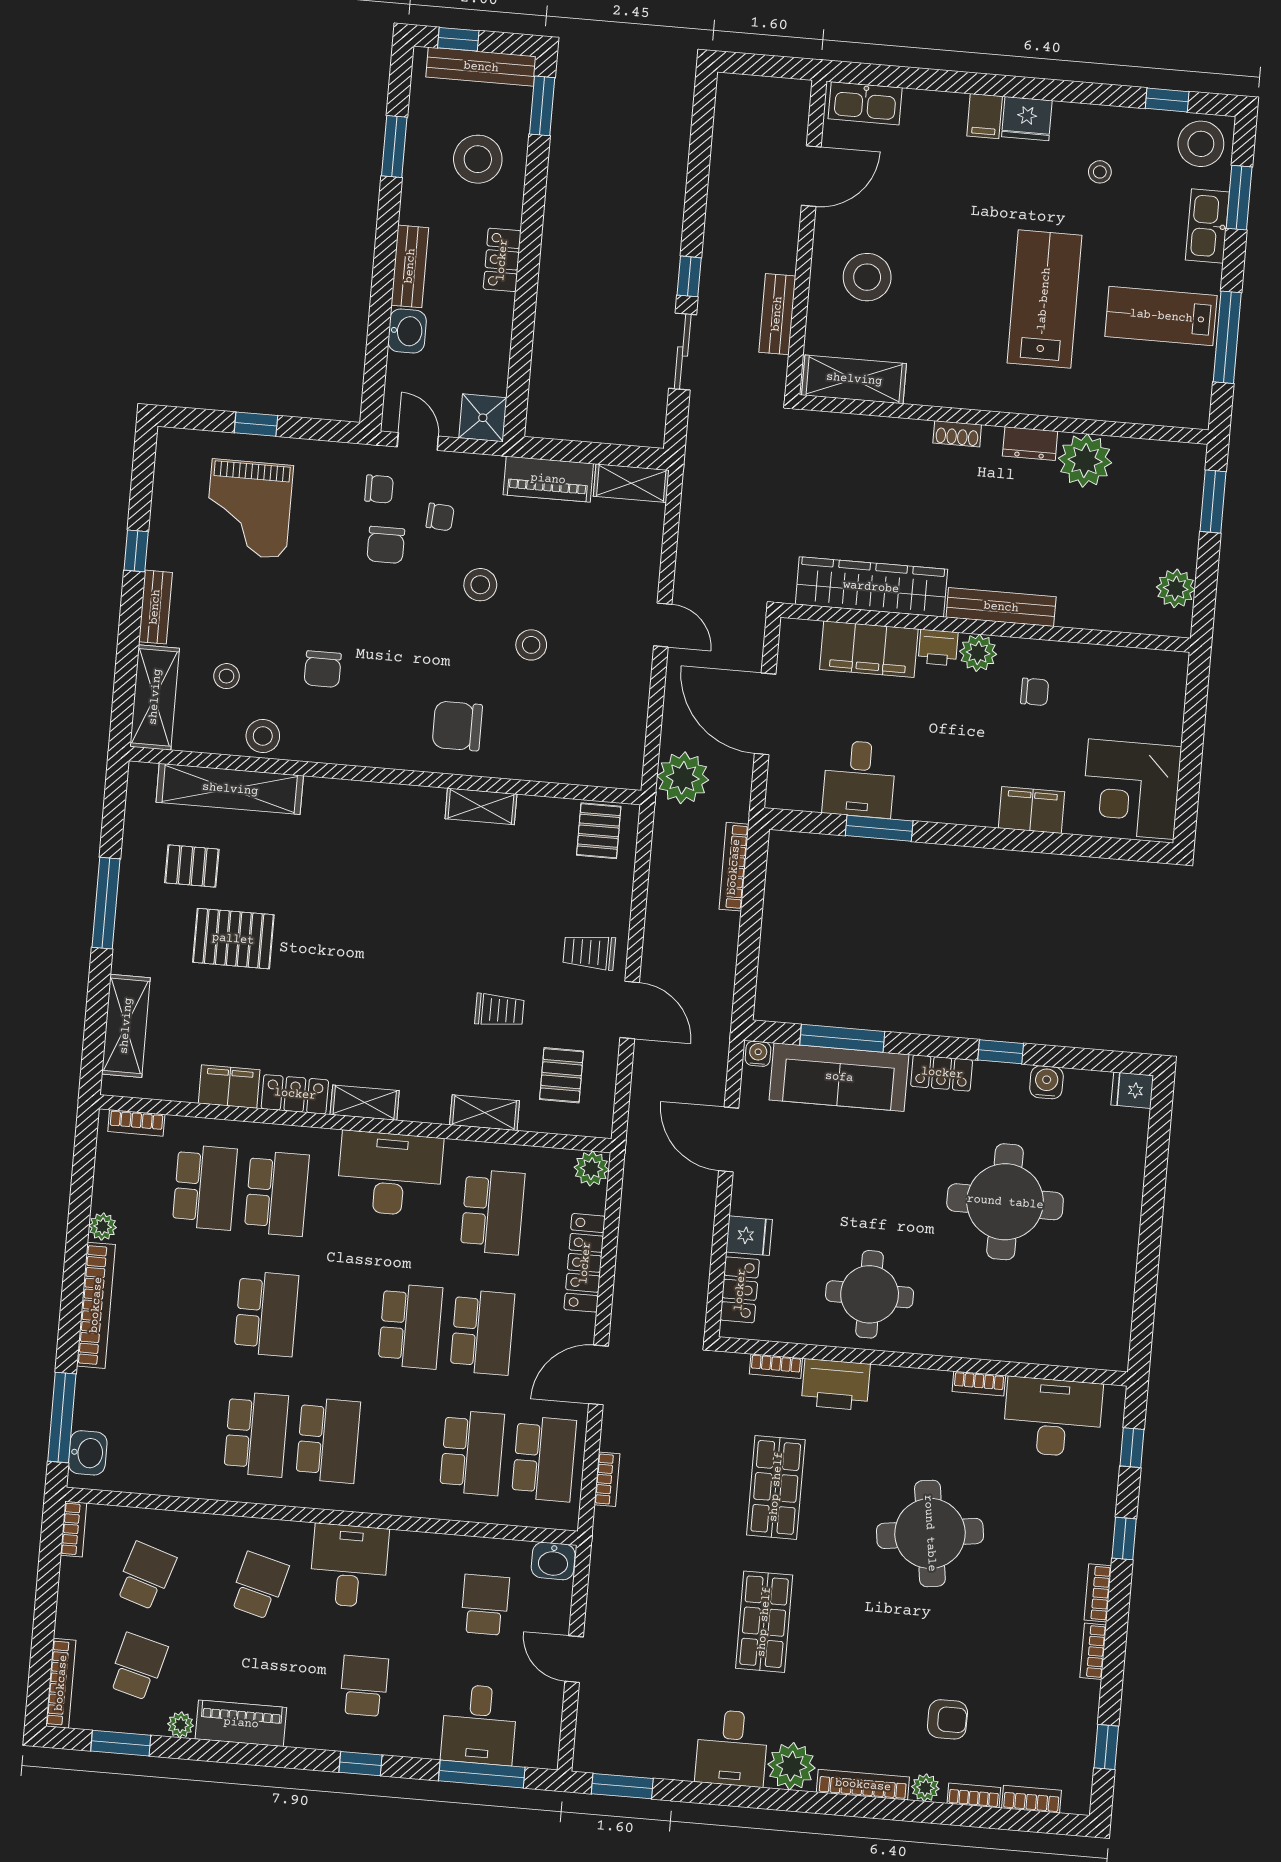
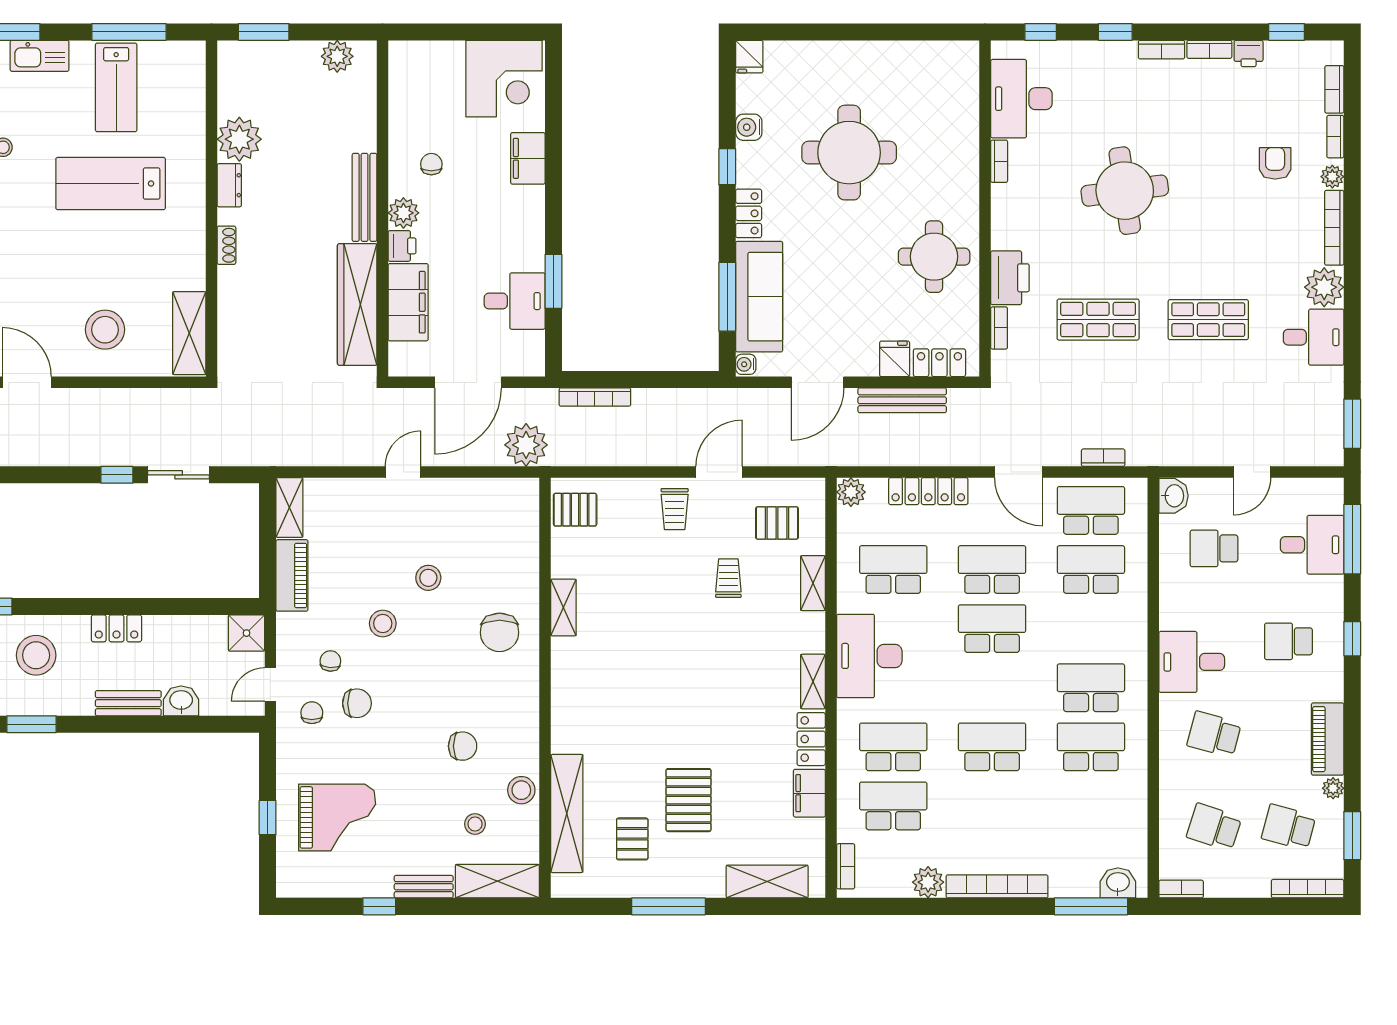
bench: (777, 314) -> (902, 400), moved, width x1.36
plant: (103, 1227) -> (928, 882), width x1.38, depth x1.38
printer: (1084, 1699) -> (1249, 54), added

